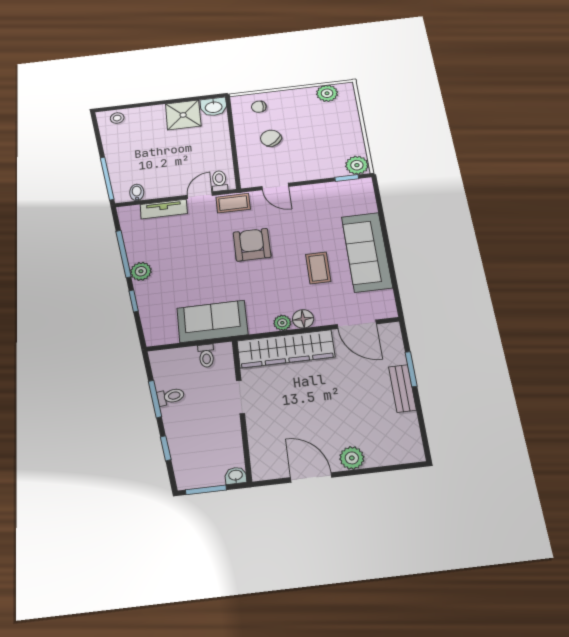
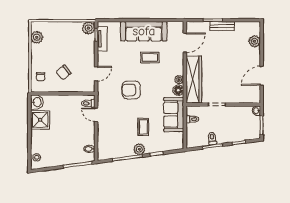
coffee table: (233, 203) -> (143, 127), moved
tv unit: (164, 209) -> (102, 39), moved
floor lamp: (303, 319) -> (178, 90), moved
plant: (352, 458) -> (254, 41), moved

